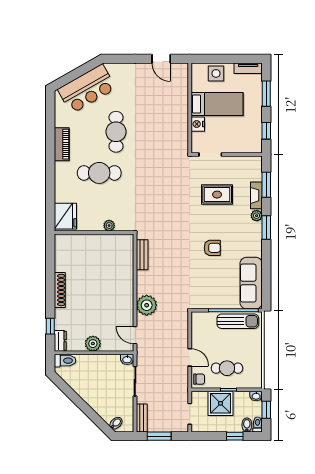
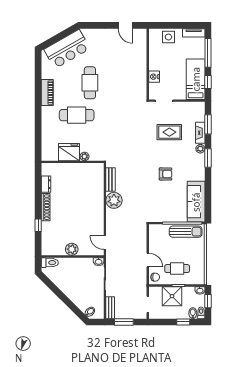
window: (266, 94) -> (208, 53), width x1.44
bed: (217, 104) -> (196, 79), moved, turned -90
fridge: (65, 216) -> (69, 152), moved, turned -90
plant: (147, 305) -> (114, 200), moved
window: (50, 326) -> (38, 225), moved
dresser: (60, 341) -> (46, 184), moved

